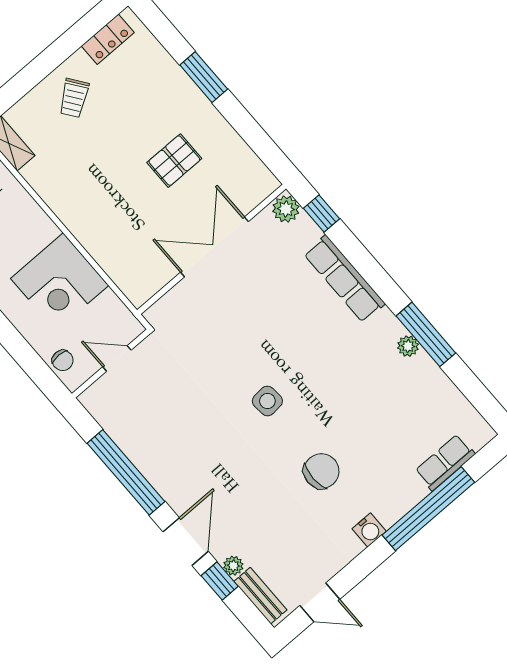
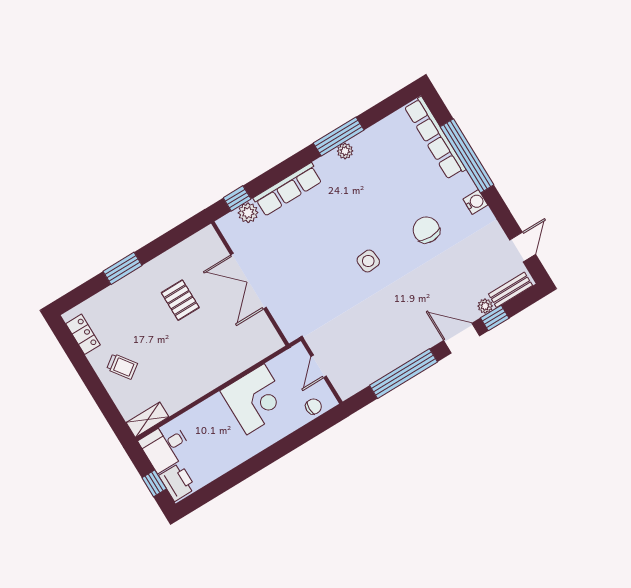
plant: (286, 209) -> (248, 213), moved
row of seats: (445, 462) -> (435, 138), width x2.02

